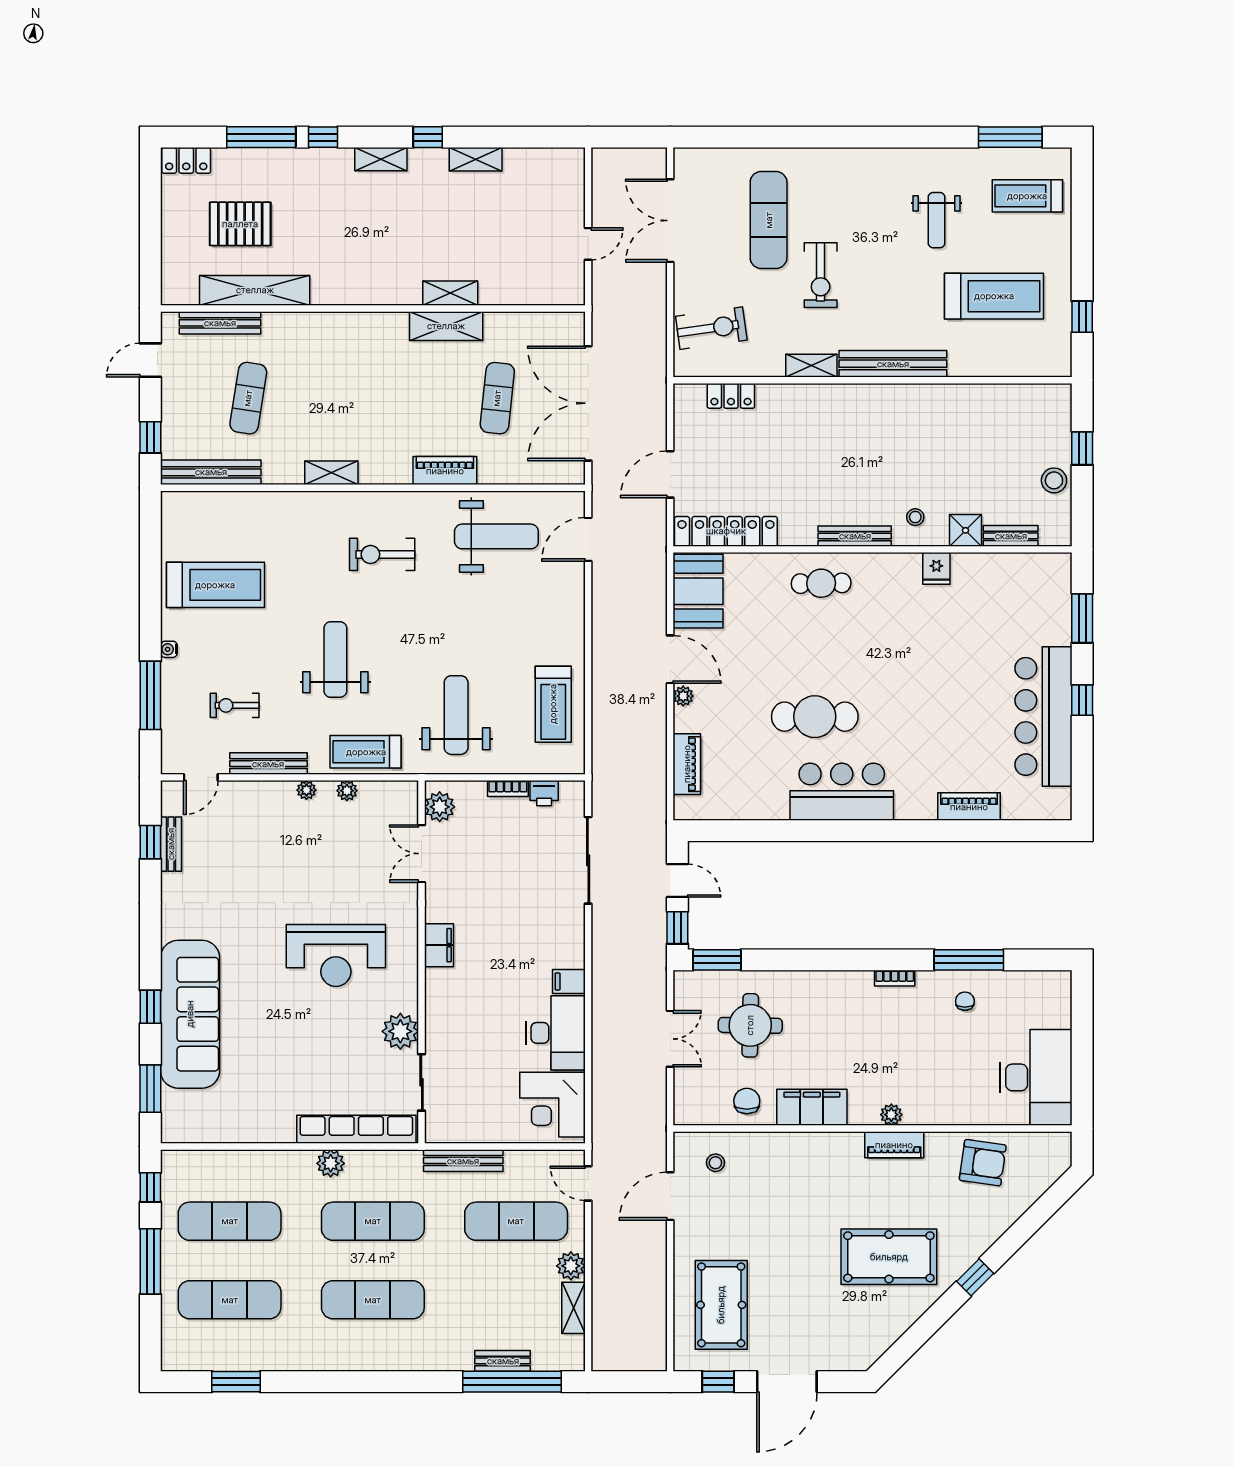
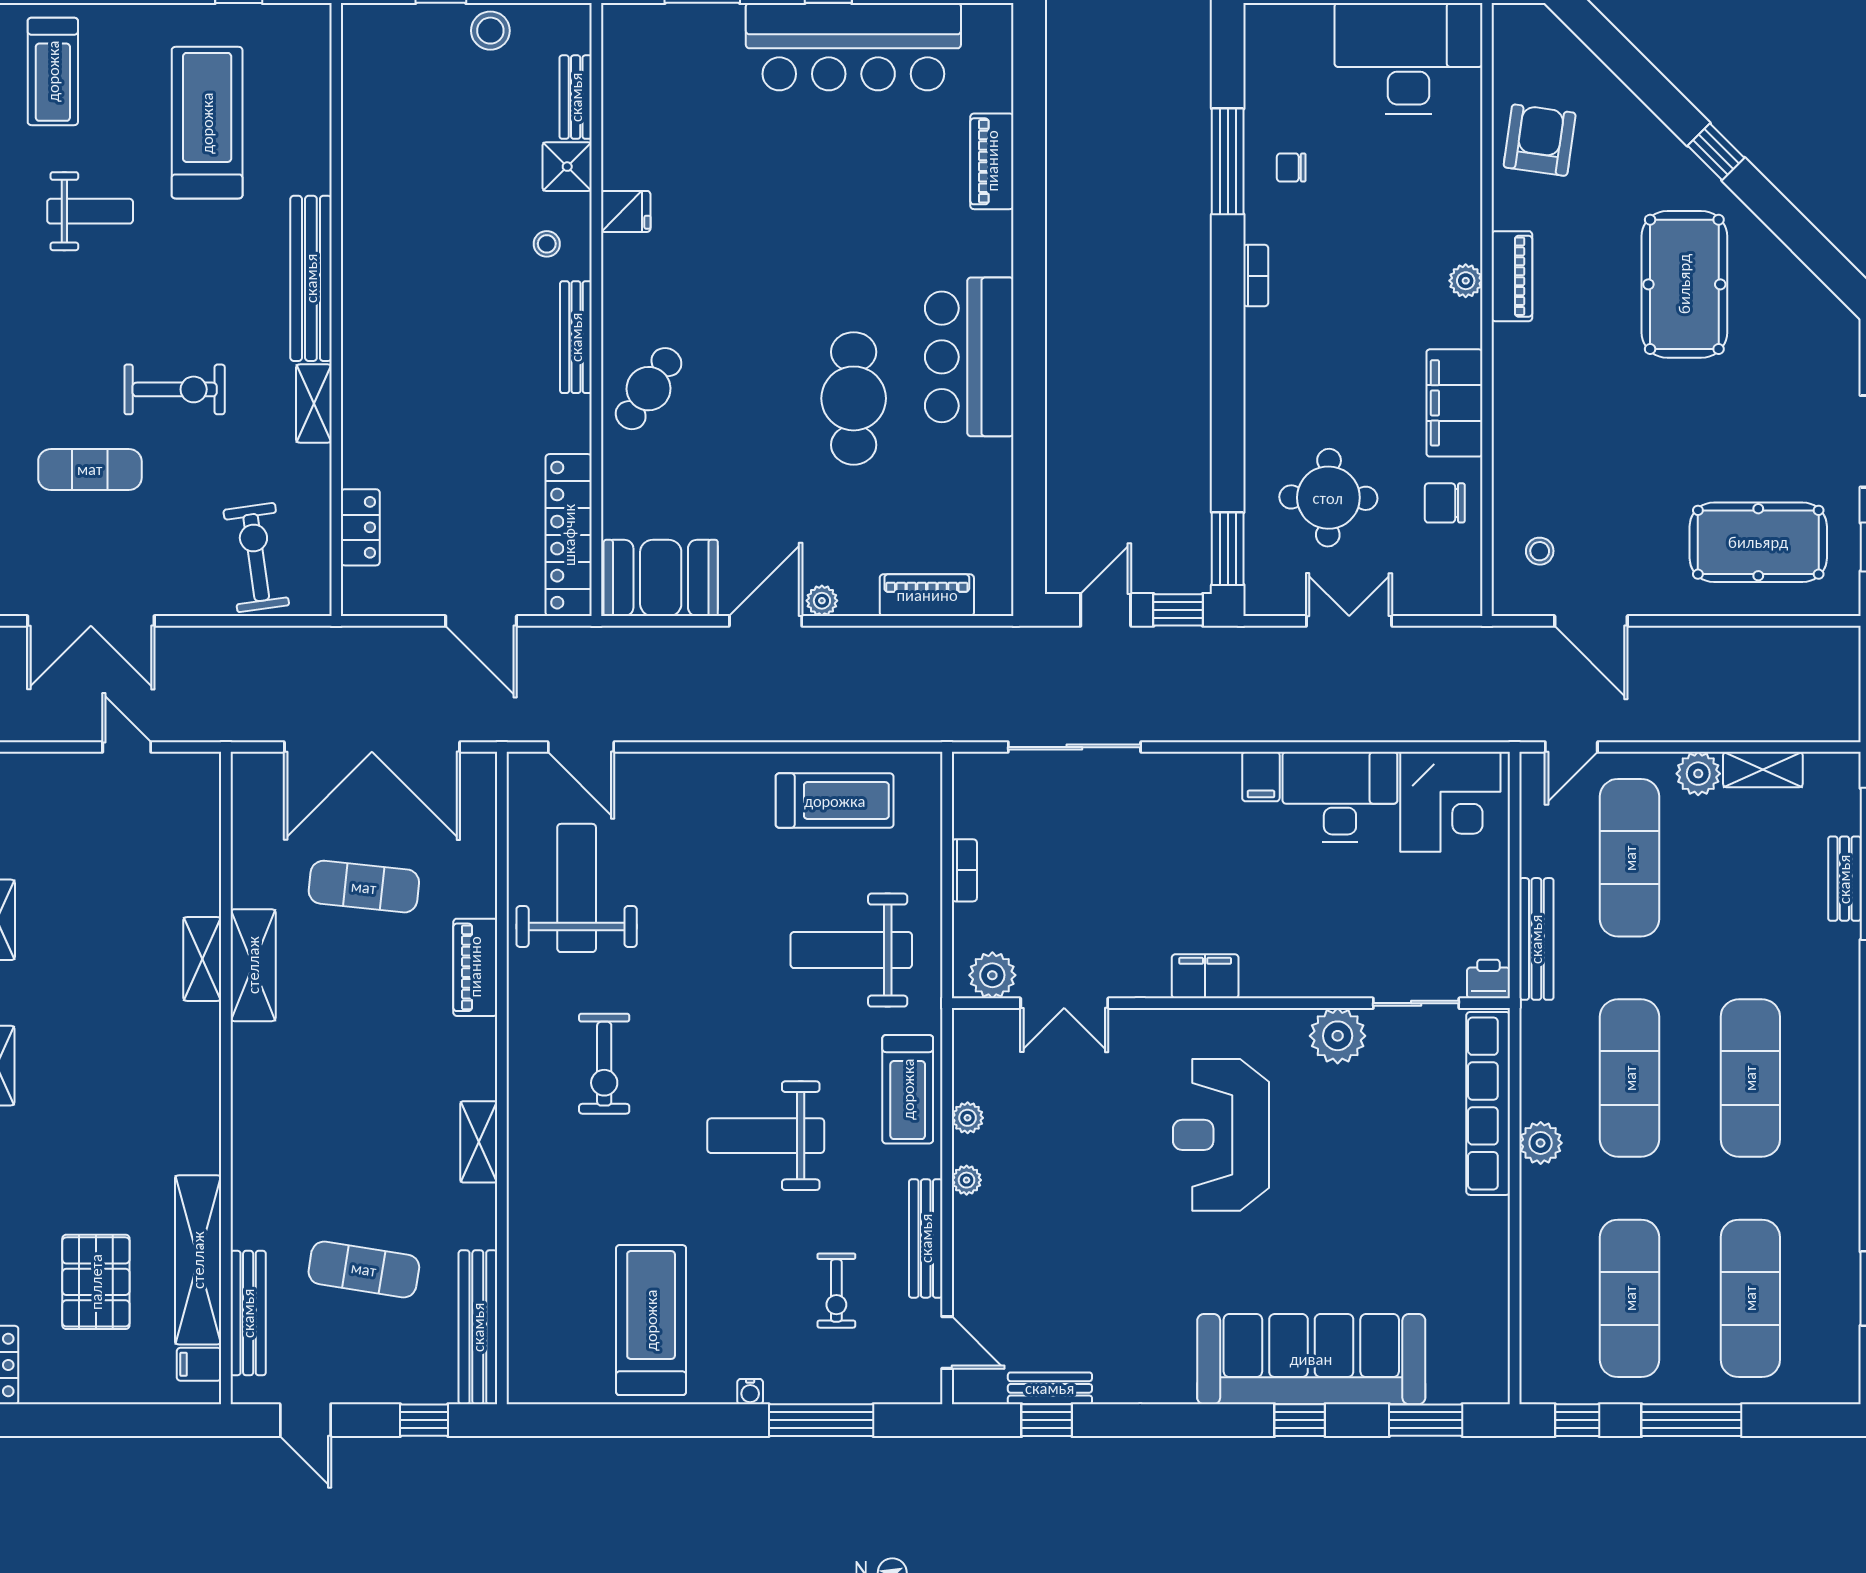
exercise mat: (769, 220) -> (90, 469), width x0.73, depth x0.69
filing cabinet: (187, 291) -> (199, 1364), added
cafe table: (821, 583) -> (649, 389), turned 35
printer: (544, 793) -> (1488, 979), moved, turned -90
reception desk: (336, 955) -> (1221, 1135), turned 180

